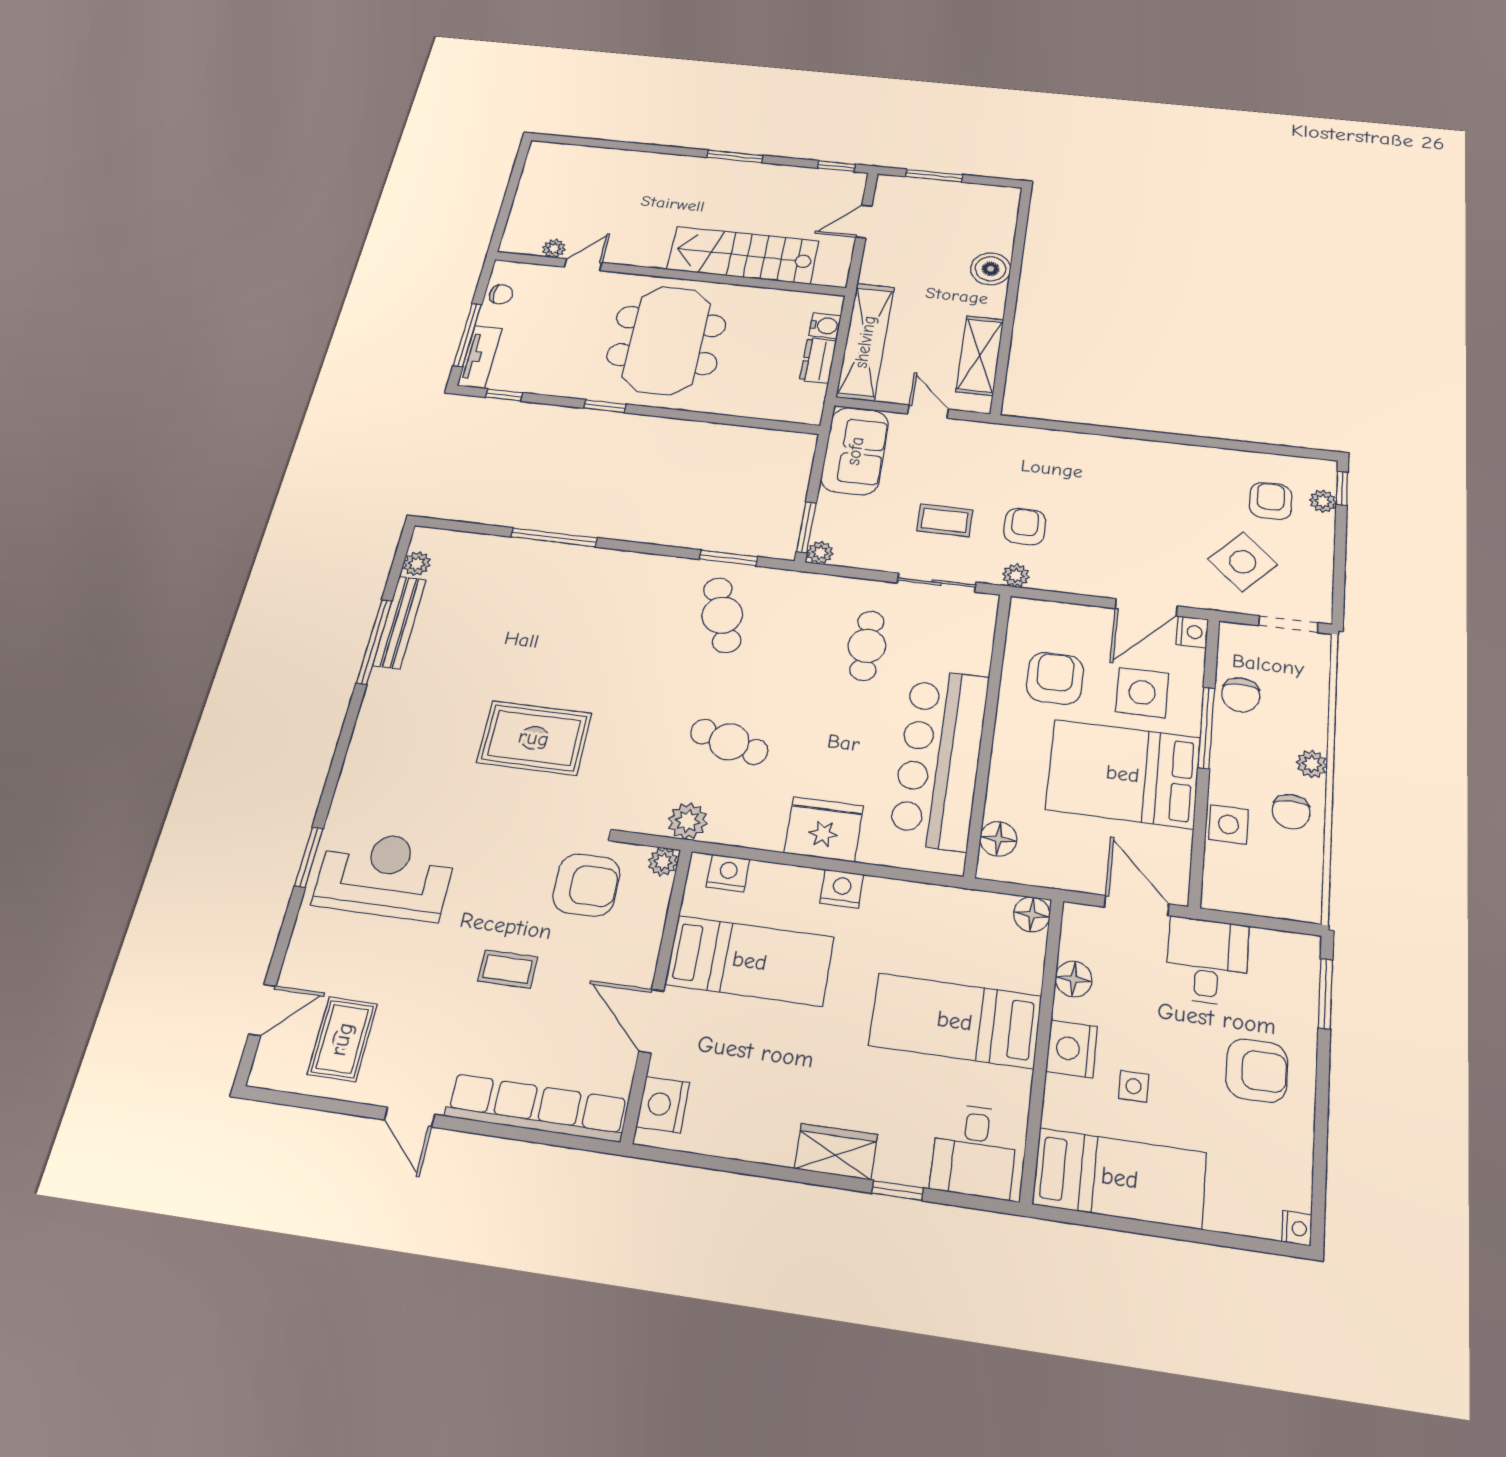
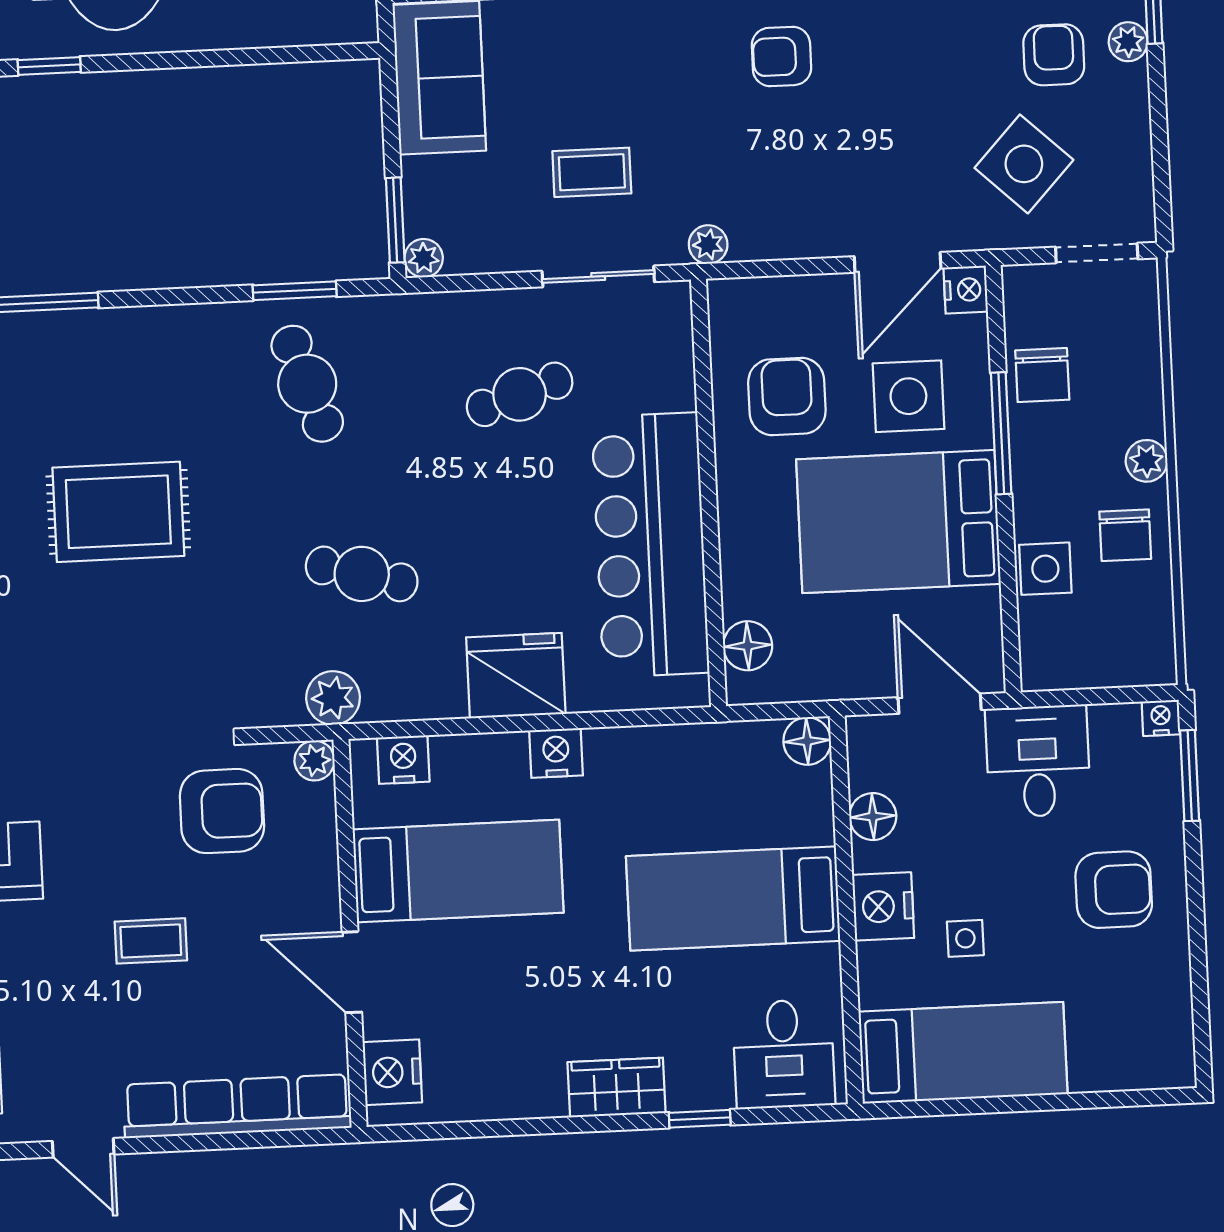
armchair: (1025, 527) -> (781, 56), moved, turned -90
cafe table: (867, 646) -> (520, 394), turned 72
rug: (534, 738) -> (118, 512), moved
nightstand: (1297, 1228) -> (1161, 718), moved, turned -90

